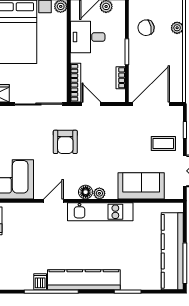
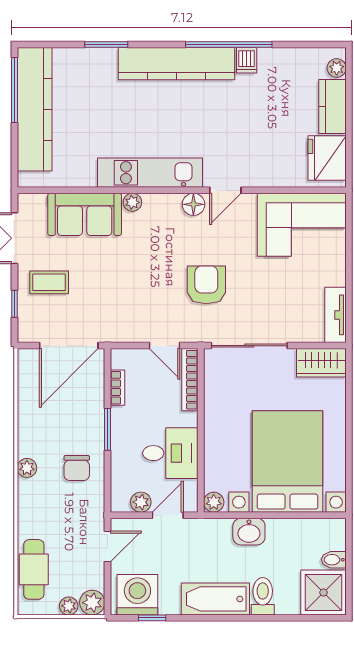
chair: (146, 28) -> (77, 468), turned 102
floor lamp: (86, 192) -> (193, 204), moved
plant: (99, 193) -> (132, 202), moved

